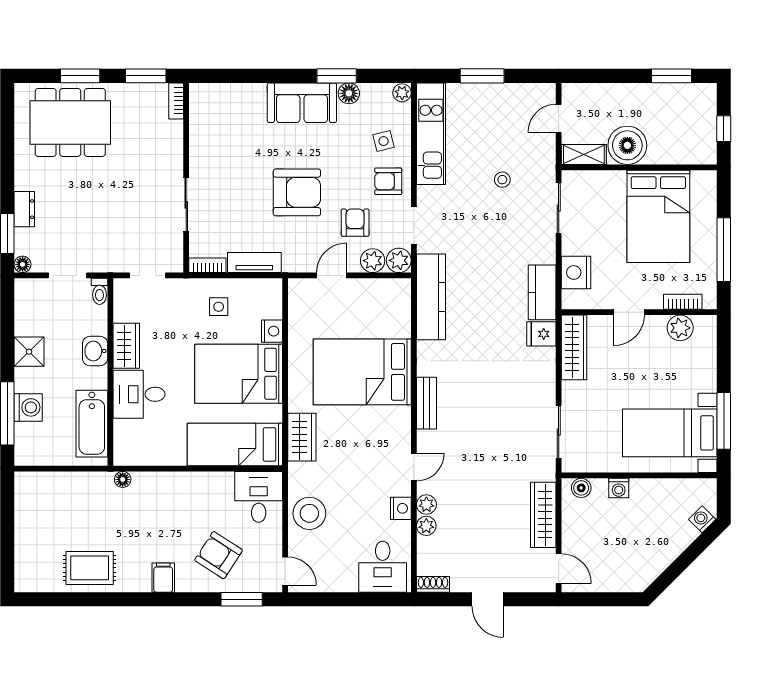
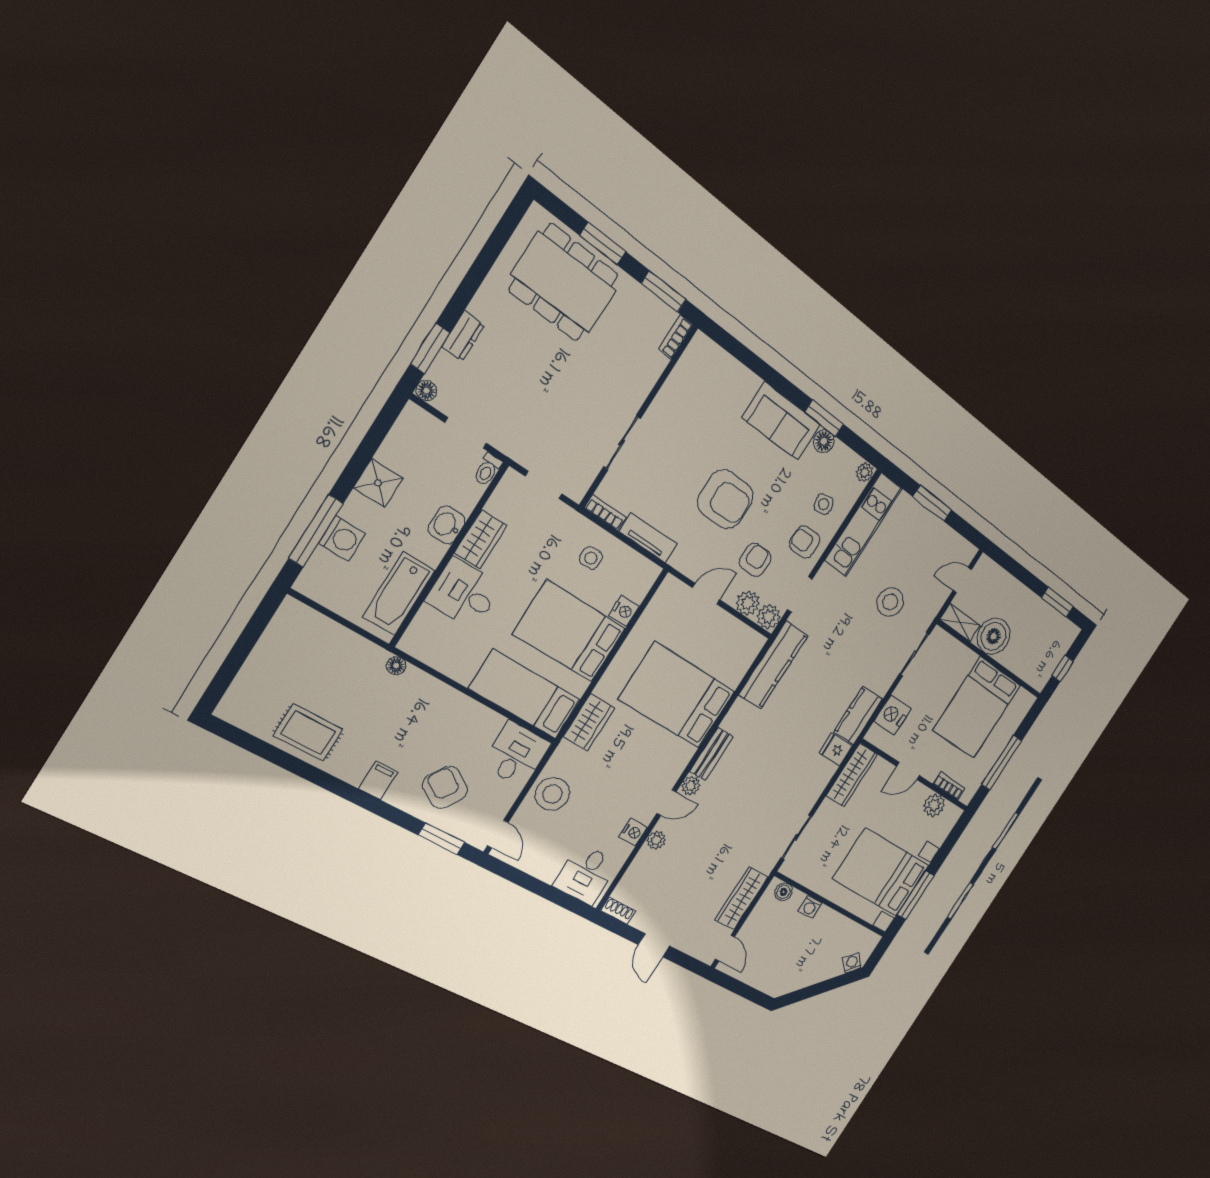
stool: (502, 180) -> (890, 602), width x1.89, depth x1.89
bed with nightstands: (670, 433) -> (881, 872), width x1.36
plant: (426, 526) -> (691, 786), moved

